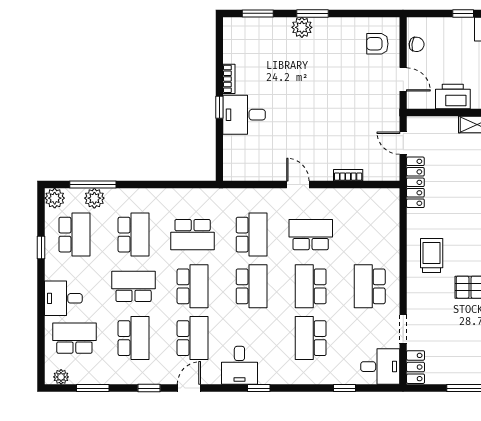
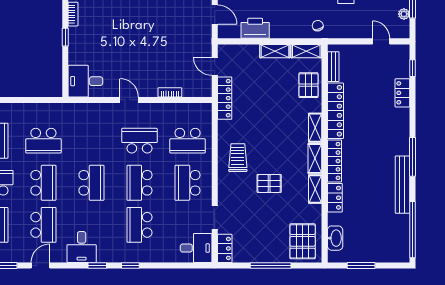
desk: (244, 115) -> (85, 81), moved
school desk: (252, 235) -> (188, 141), moved, turned 90
window: (344, 388) -> (130, 266), moved

